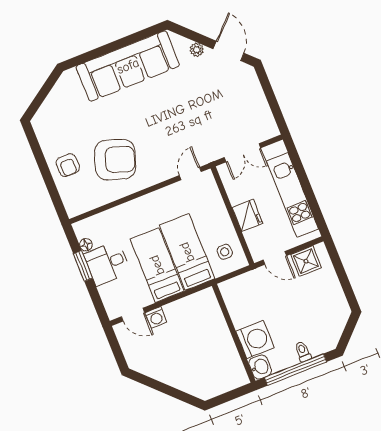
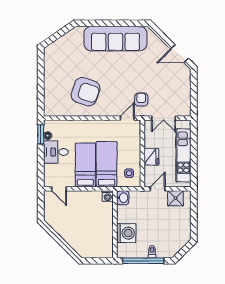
plant: (197, 50) -> (161, 45), removed
door: (228, 51) -> (179, 54), swing flipped
armchair: (68, 165) -> (141, 100), moved, turned 180
door: (275, 258) -> (158, 189), swing flipped
window: (83, 266) -> (41, 134), moved
washing machine: (156, 317) -> (108, 196), moved
washbasin: (260, 367) -> (123, 198), moved

